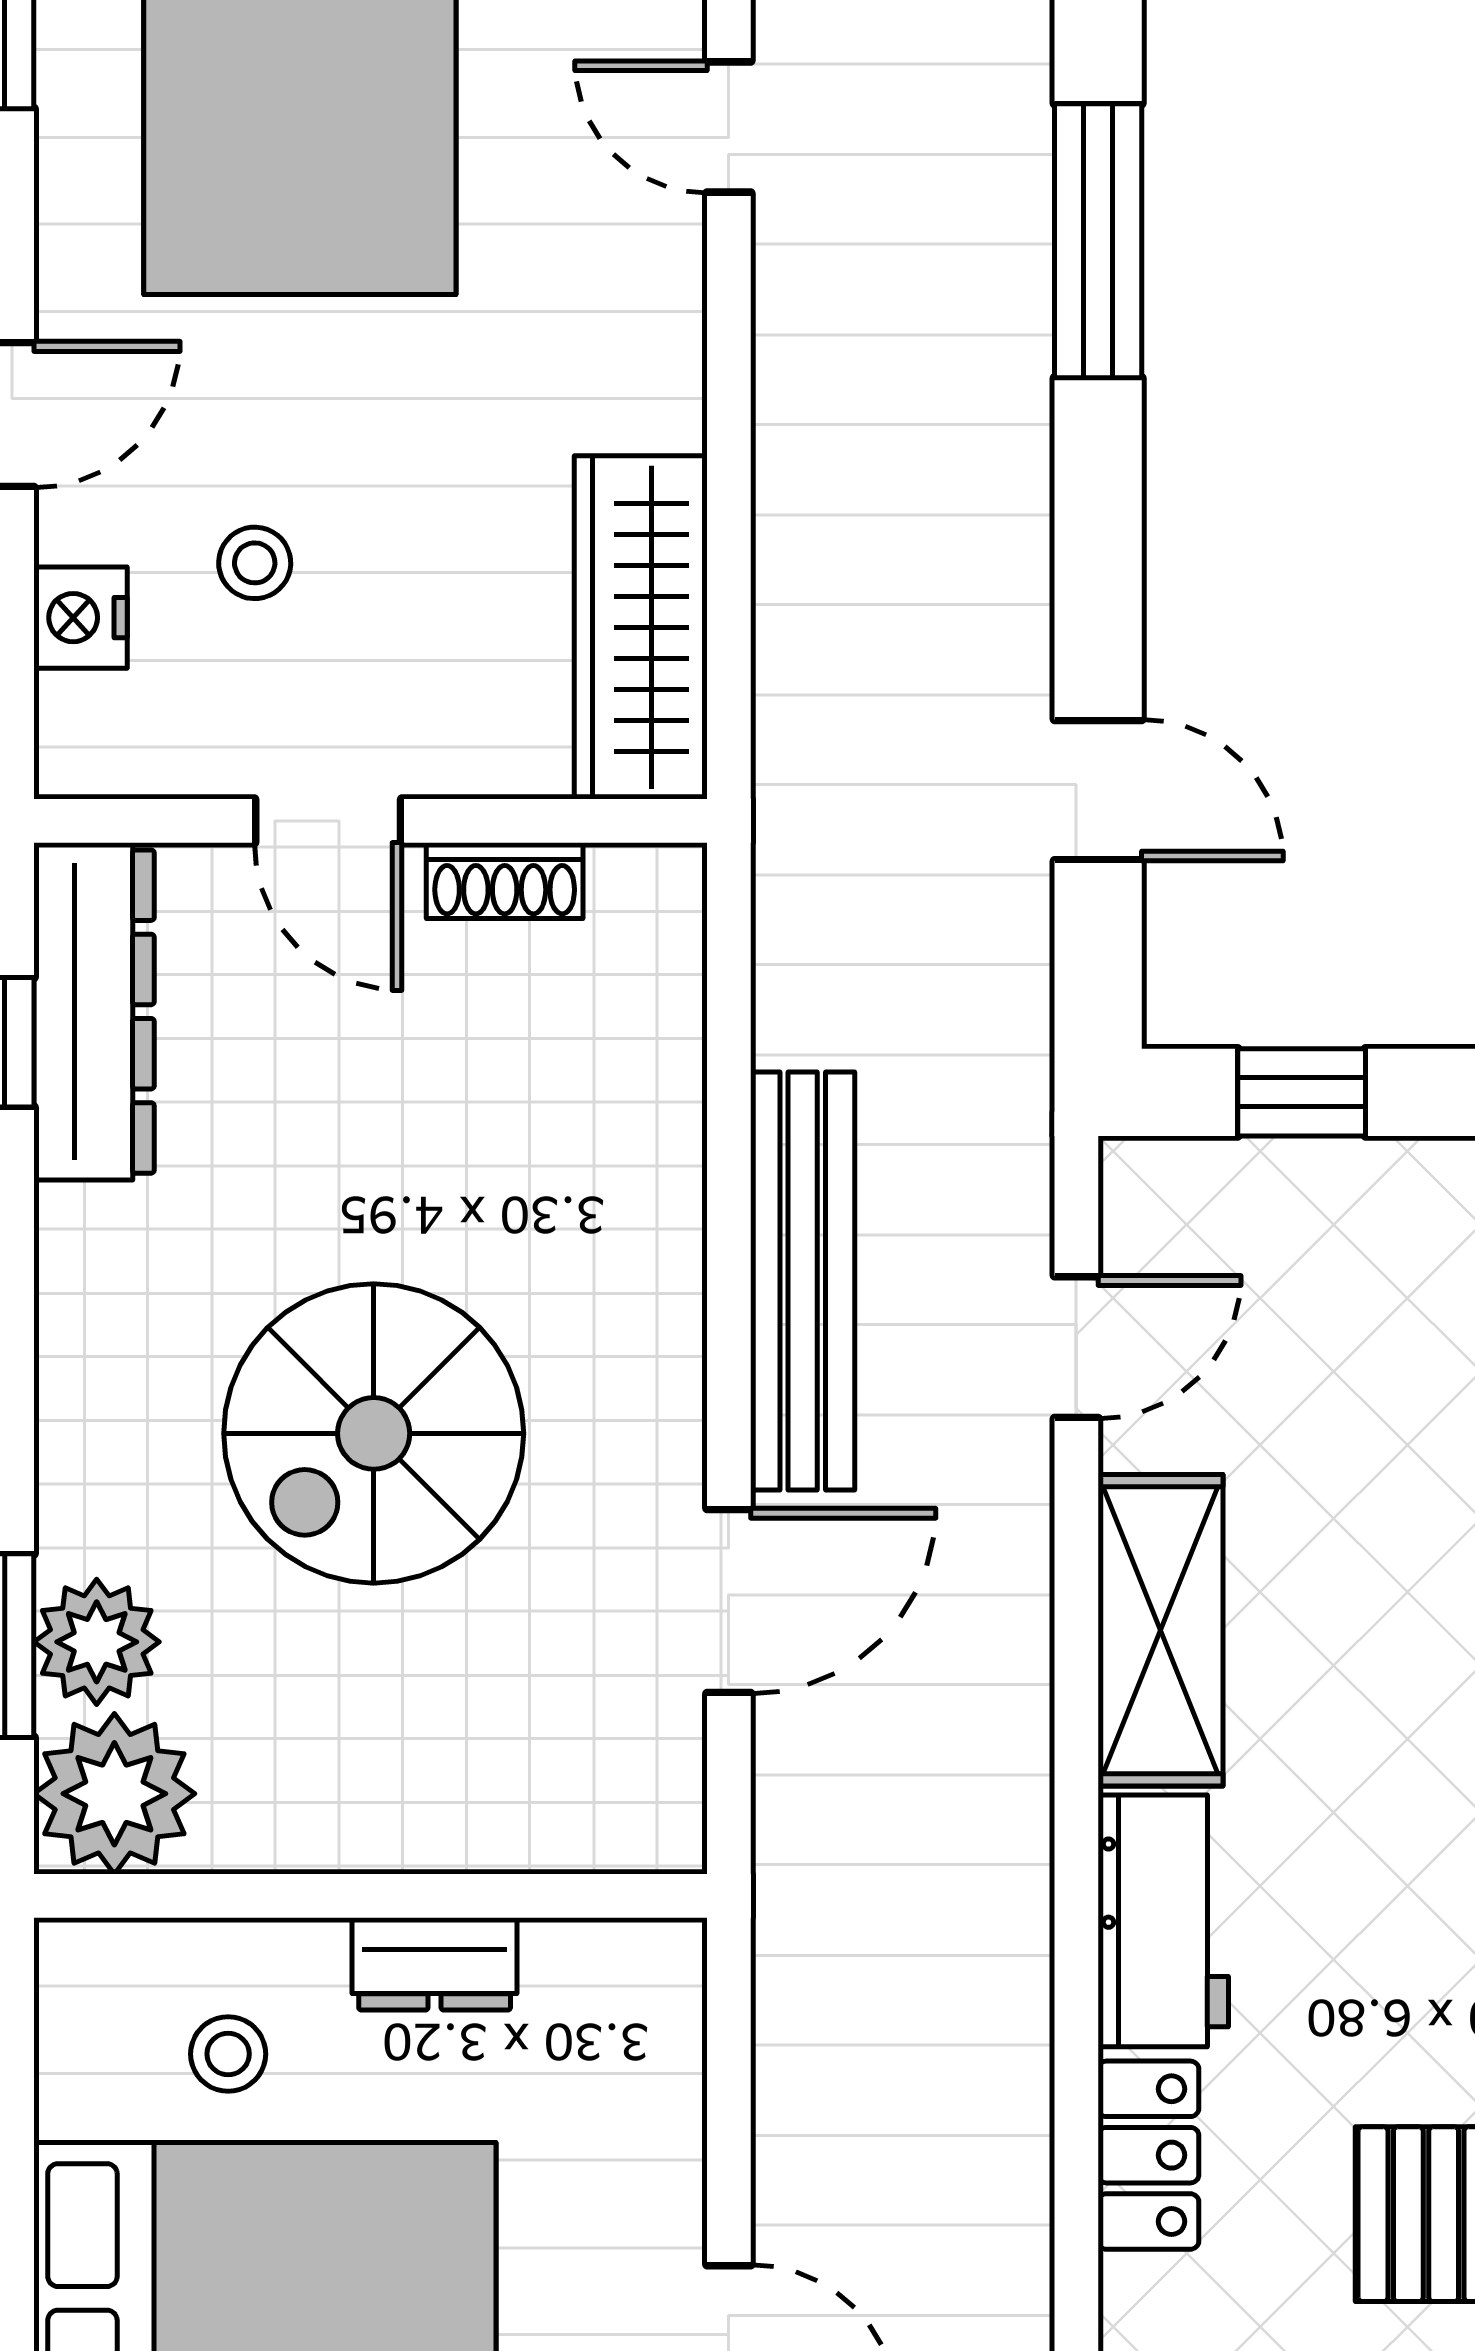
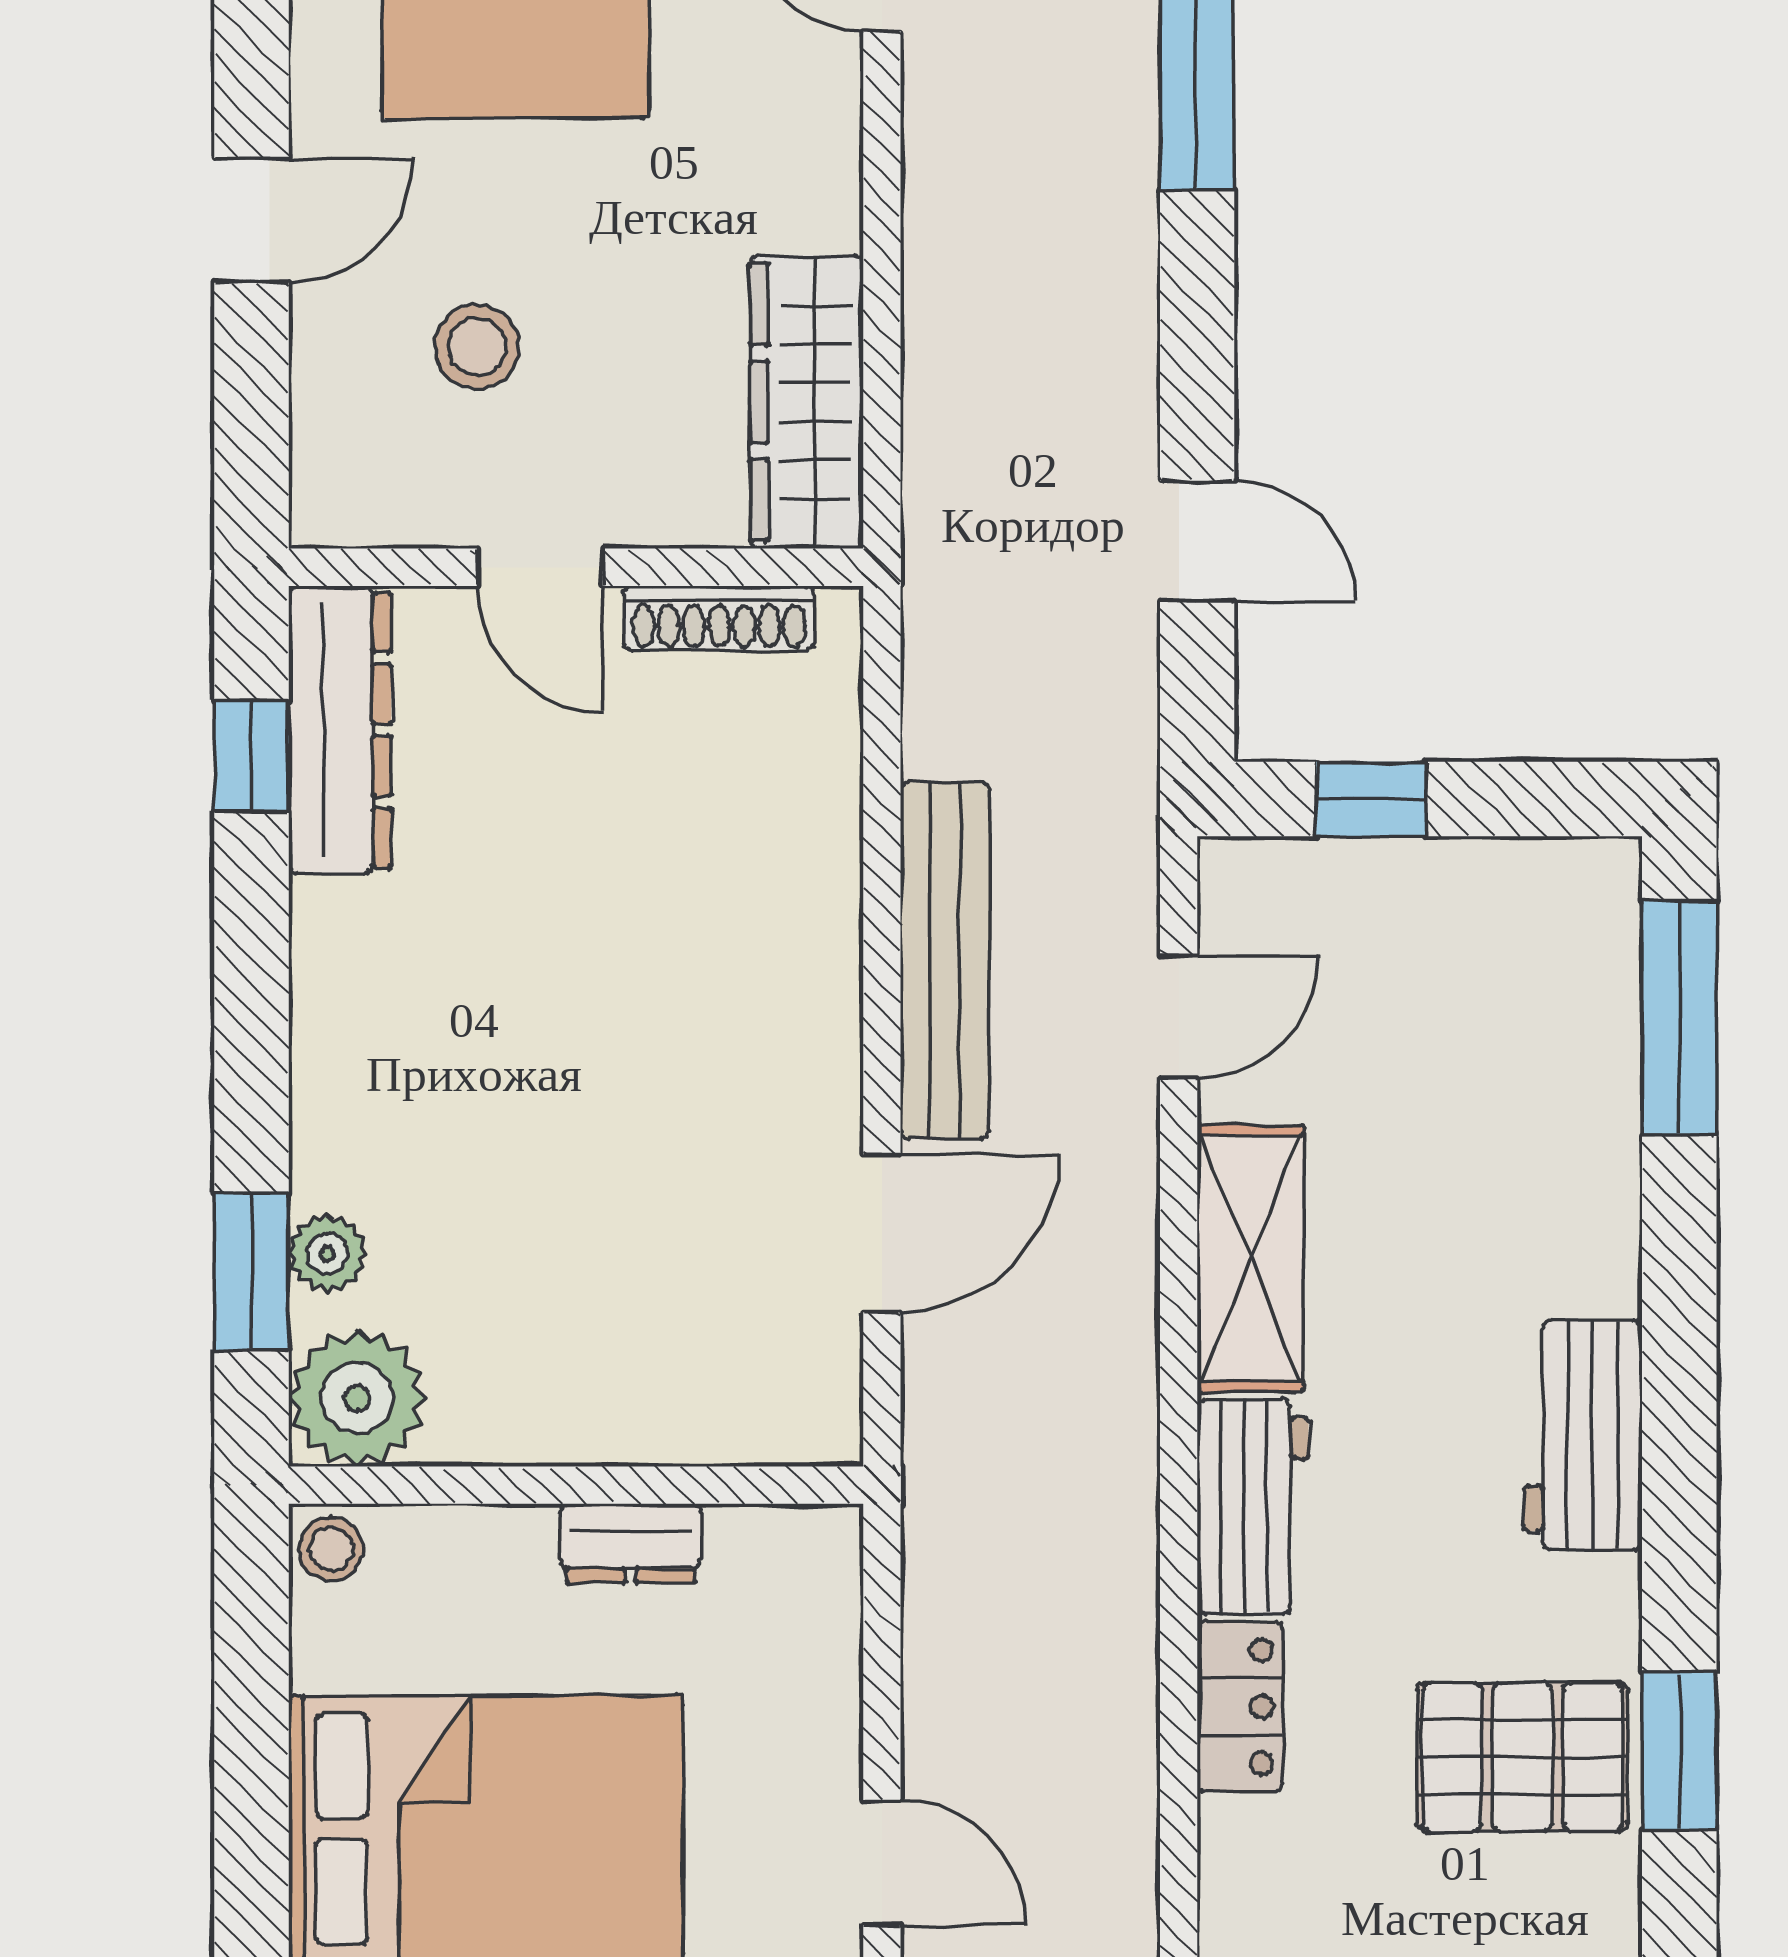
stool: (255, 563) -> (477, 347), width x1.37, depth x1.37
nightstand: (81, 618) -> (328, 394), removed
shoe rack: (505, 881) -> (719, 618), width x1.43
spiral stairs: (374, 1433) -> (579, 1090), removed
plant: (97, 1642) -> (327, 1254), width x0.73, depth x0.73
stool: (228, 2054) -> (331, 1549), moved

